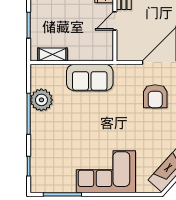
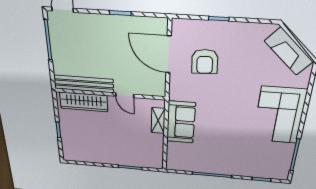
shelving: (52, 55) -> (158, 121), moved
armchair: (155, 96) -> (205, 62), turned 87
plant: (41, 100) -> (200, 164), removed

